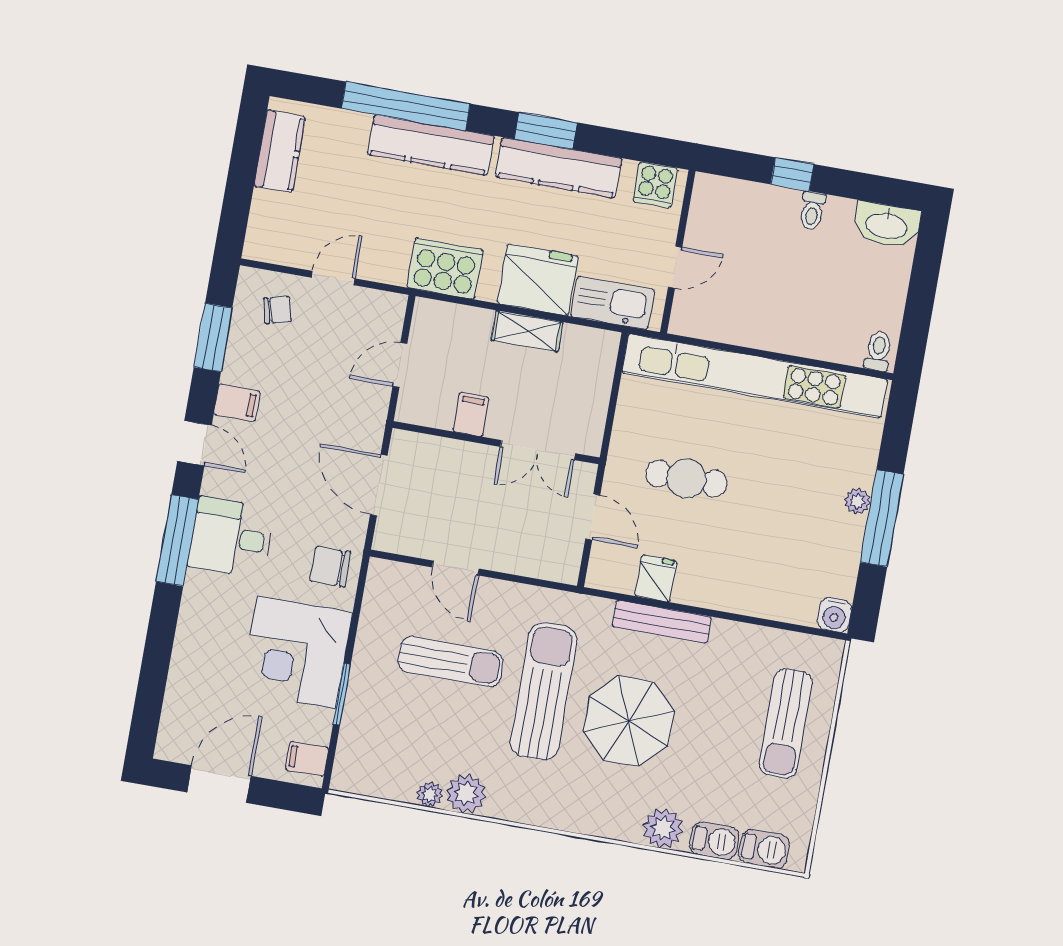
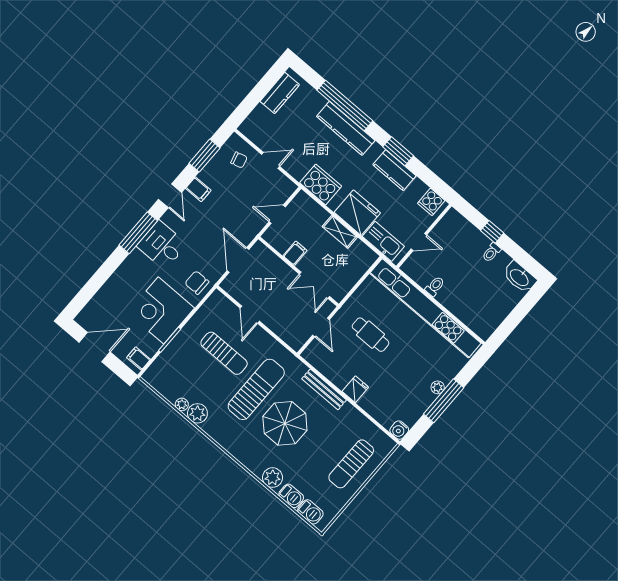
kitchen counter: (559, 168) -> (394, 170), width x0.67
toilet: (878, 351) -> (435, 286), moved
fridge: (656, 578) -> (355, 389), moved

